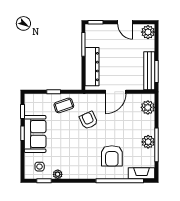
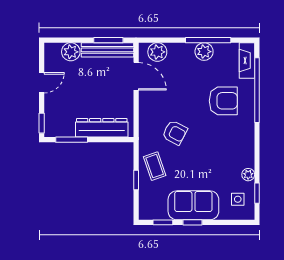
plant: (148, 32) -> (71, 52), moved
door: (116, 92) -> (136, 76), moved
armchair: (89, 120) -> (175, 133), turned -127

